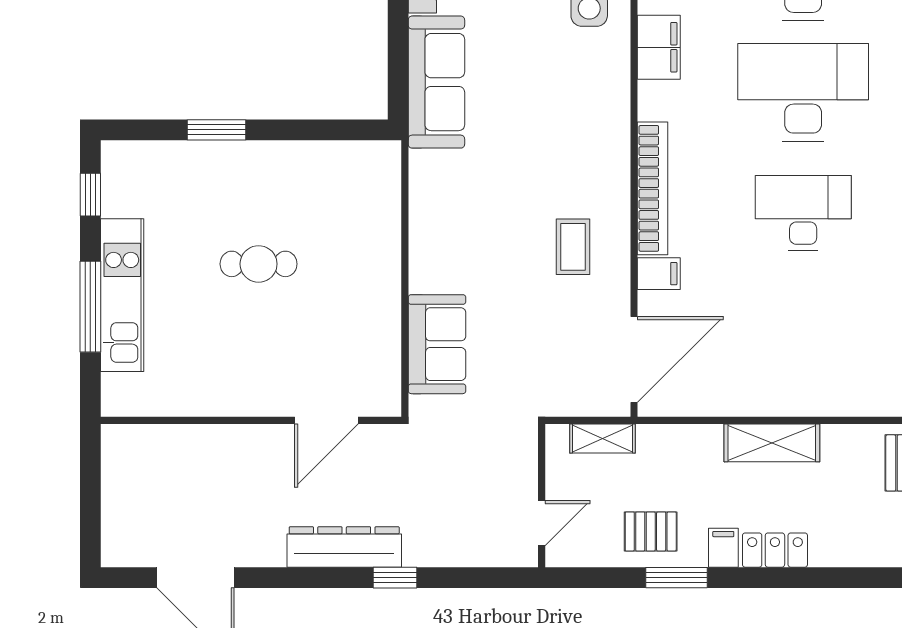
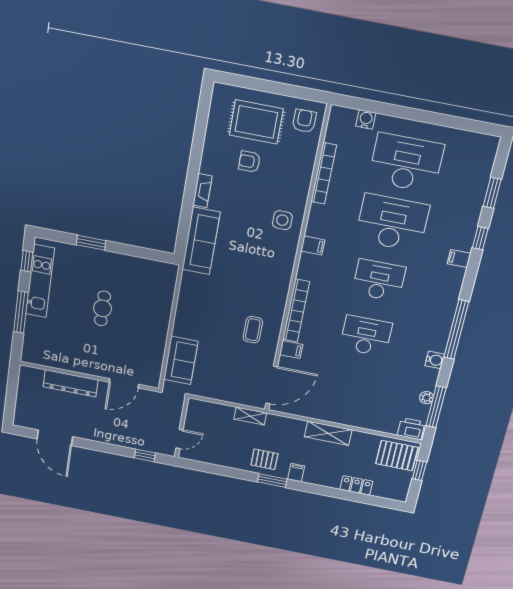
filing cabinet: (659, 47) -> (313, 245), width x0.50
desk: (803, 92) -> (379, 280), width x0.73, depth x0.77
cafe table: (259, 264) -> (102, 308), turned 90
kitchen unit: (122, 295) -> (40, 281), moved
wall: (542, 496) -> (182, 428), moved
door: (542, 523) -> (179, 439), moved
dresser: (344, 547) -> (70, 383), moved, turned 180
locker: (775, 550) -> (356, 485), moved

